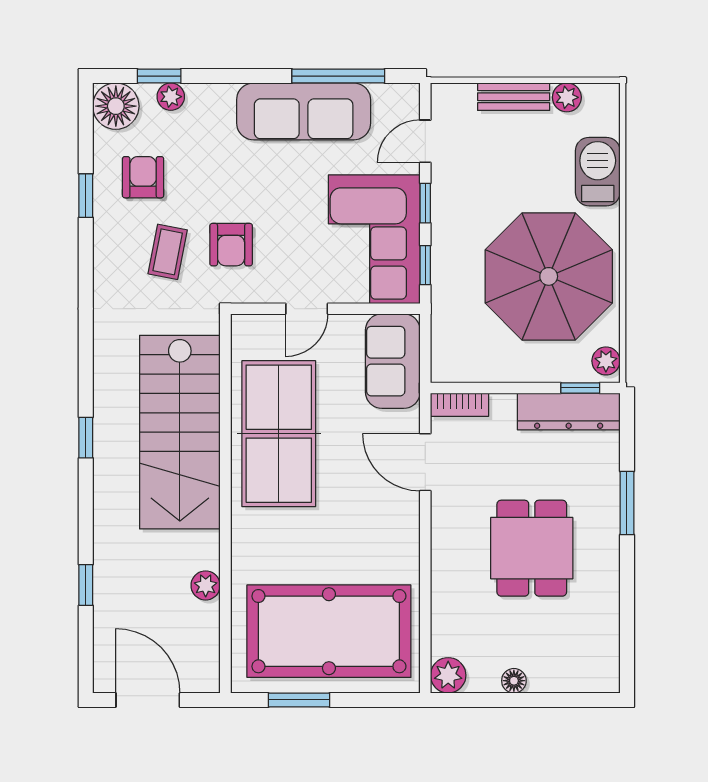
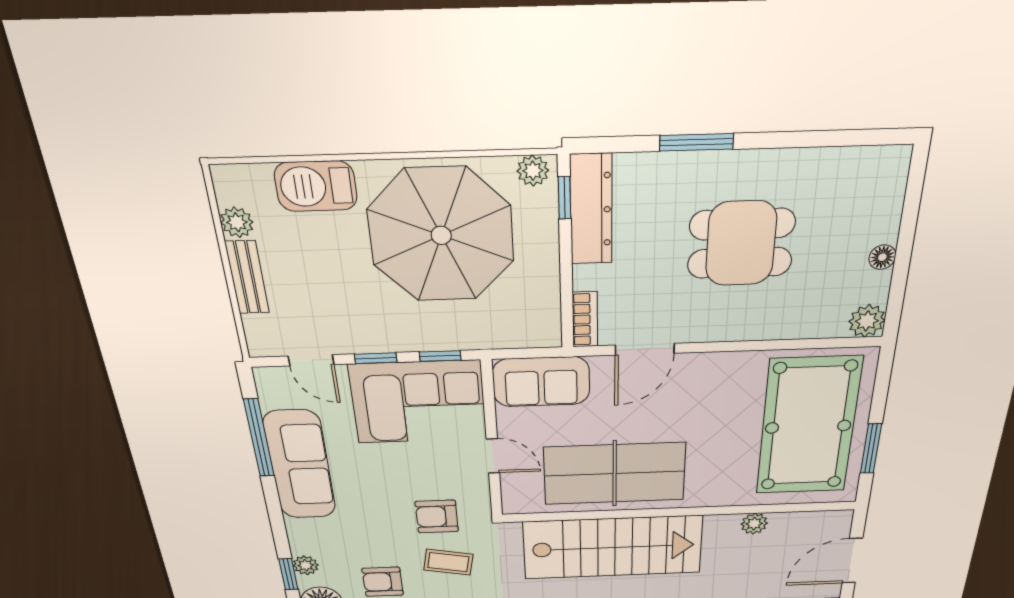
armchair: (231, 245) -> (437, 517), turned 180

